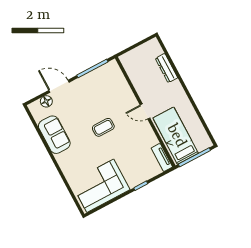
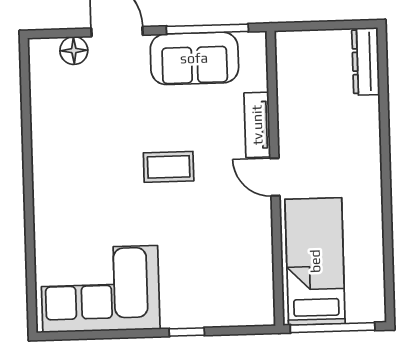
dresser: (166, 68) -> (366, 61), moved
sofa: (54, 135) -> (194, 58), moved, turned 90
tv unit: (162, 157) -> (257, 125), moved

